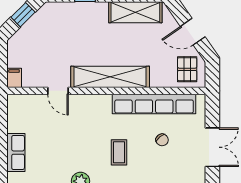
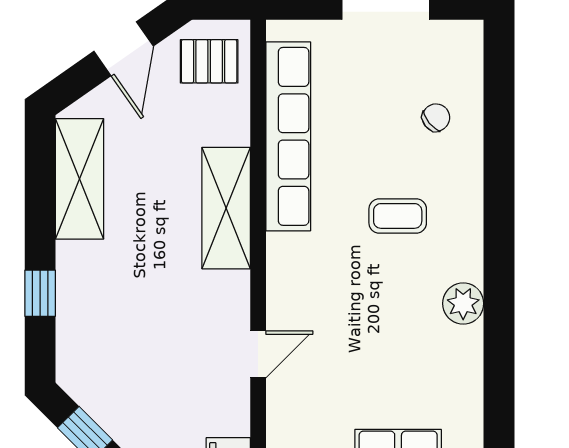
shelving: (110, 77) -> (226, 208), width x0.68
chair: (162, 140) -> (436, 118), moved

